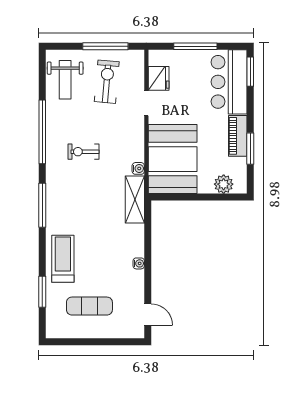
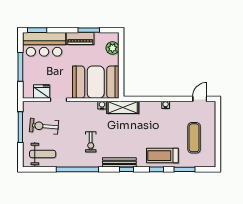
bench: (53, 194) -> (119, 162), added
window: (42, 205) -> (127, 169), width x0.46
window: (42, 250) -> (157, 169), added

